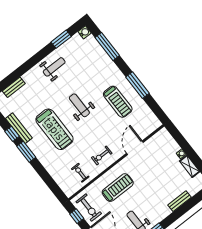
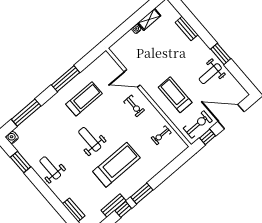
weight bench: (79, 105) -> (90, 139), turned 90
bench: (19, 128) -> (113, 205), width x0.73
exercise bike: (102, 155) -> (134, 106), moved

